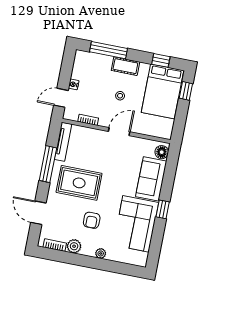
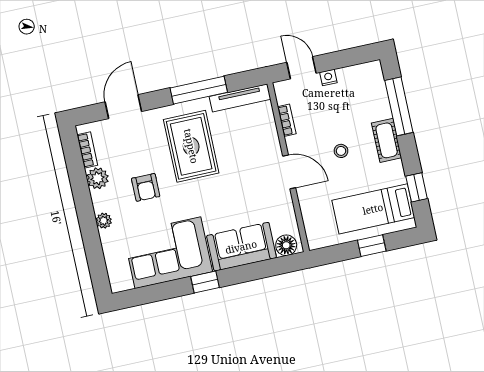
bed: (162, 91) -> (373, 209), width x0.67
window: (186, 91) -> (372, 246), moved
armchair: (92, 220) -> (146, 187), turned -90

